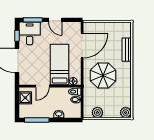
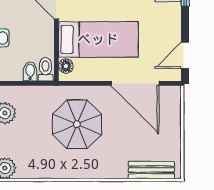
door: (55, 20) -> (185, 55), moved
bench: (127, 50) -> (151, 170), moved

